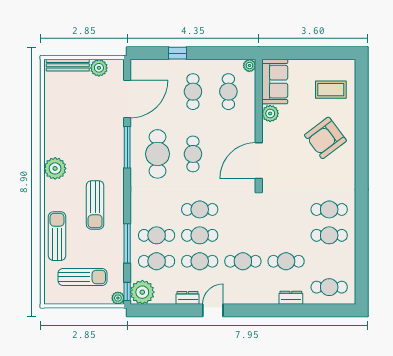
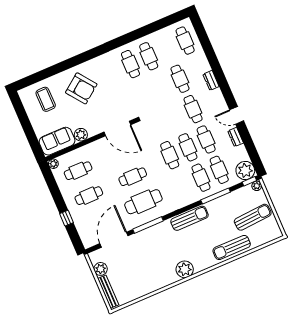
door: (127, 99) -> (114, 240), hinge flipped
sun lounger: (95, 205) -> (189, 218), moved
sun lounger: (82, 277) -> (253, 217), turned 86
dresser: (291, 298) -> (211, 80), moved

